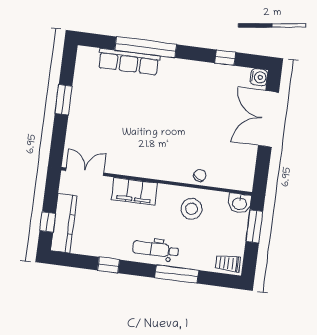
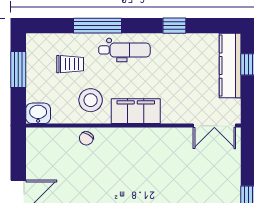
filing cabinet: (134, 191) -> (136, 111), moved
window: (254, 226) -> (18, 69), moved
trolley: (228, 263) -> (70, 64), moved

